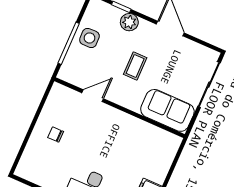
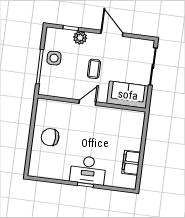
door: (93, 96) -> (87, 103), moved
chair: (56, 135) -> (50, 137), width x1.87, depth x1.87

